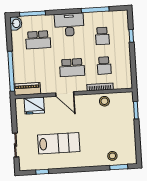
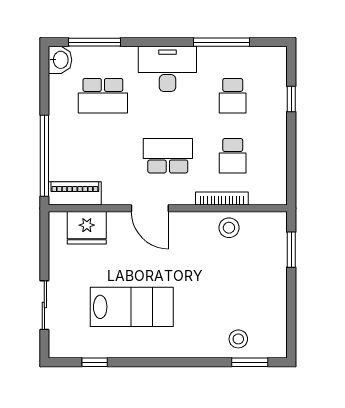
school desk: (72, 68) -> (168, 156), turned 180

